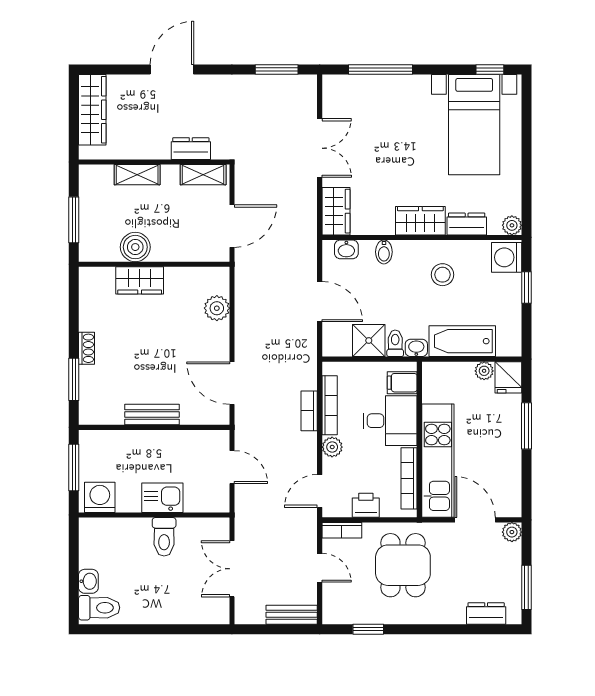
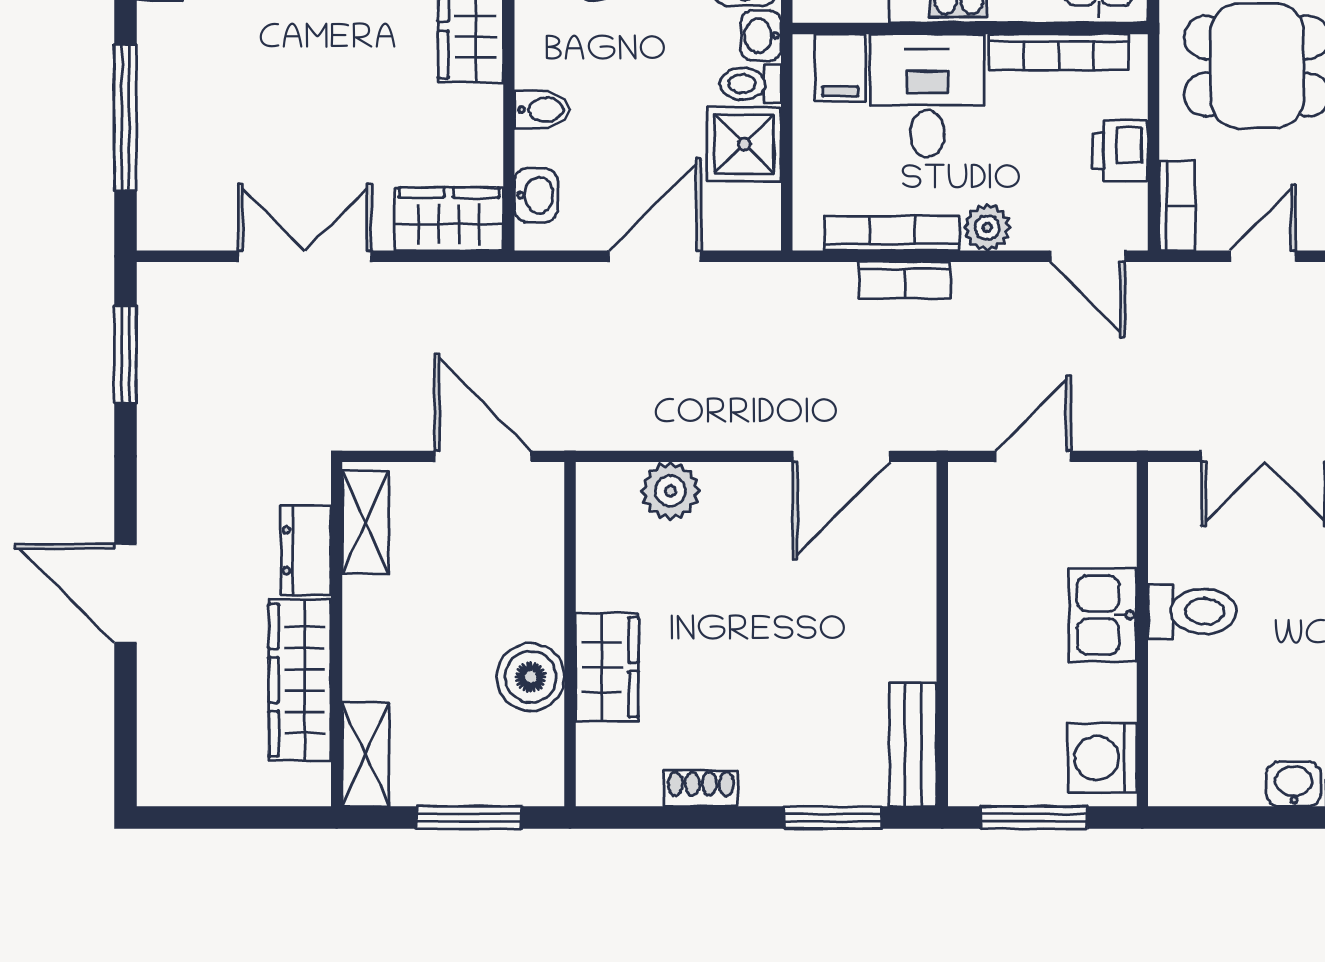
wardrobe: (92, 110) -> (300, 680), moved, turned -90
shelving: (137, 175) -> (366, 754), moved
shoe rack: (86, 348) -> (701, 788), moved
bench: (152, 415) -> (913, 744), moved

